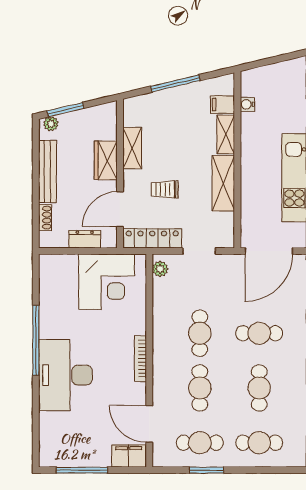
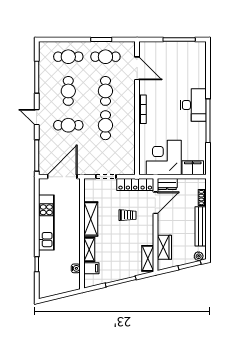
shelving: (132, 148) -> (148, 258), moved
wardrobe: (106, 160) -> (164, 247), moved
dresser: (85, 239) -> (167, 184), moved
plant: (160, 269) -> (130, 165), removed
desk: (65, 375) -> (193, 105), width x0.73, depth x0.77
filing cabinet: (129, 456) -> (193, 168), moved, turned 180

